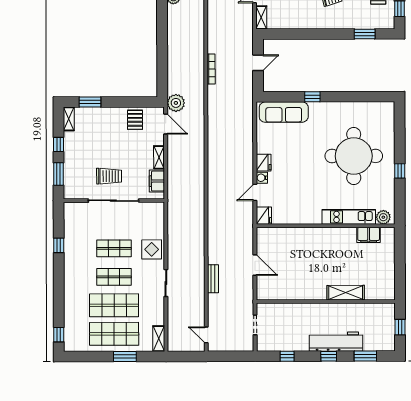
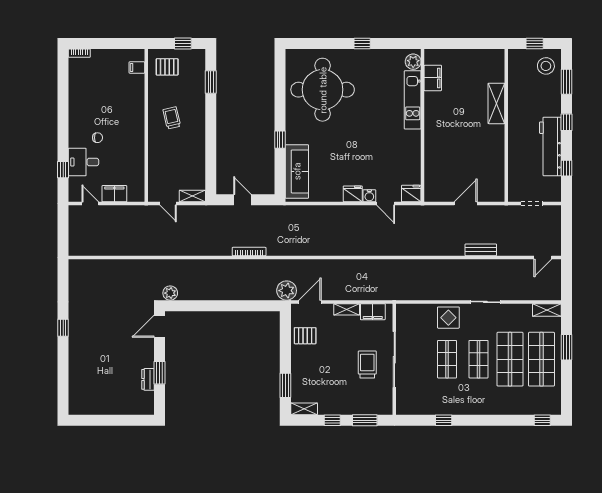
round table: (354, 156) -> (323, 90), moved
stool: (380, 337) -> (546, 66), added
workbench: (336, 342) -> (550, 146), moved

